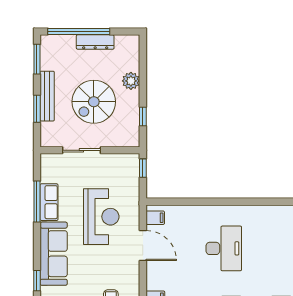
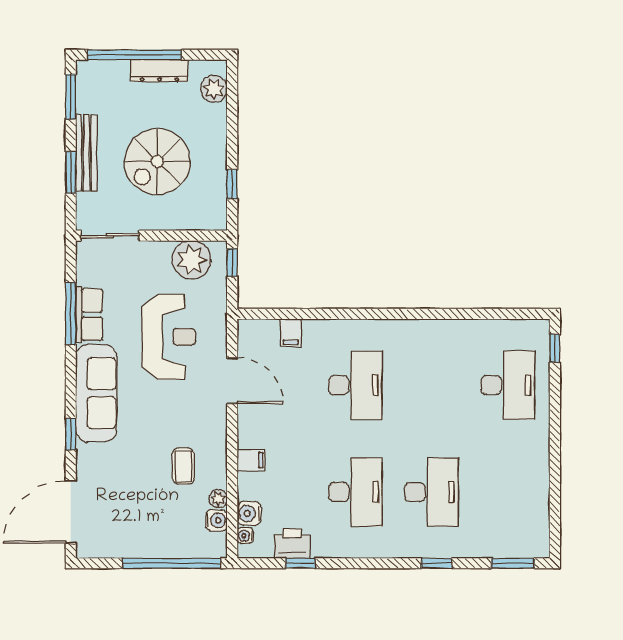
plant: (131, 81) -> (214, 89), moved
sliding door: (81, 150) -> (110, 236), moved
plant: (116, 166) -> (192, 260), added
filing cabinet: (155, 218) -> (291, 333), moved, turned 90

